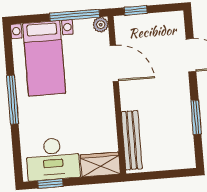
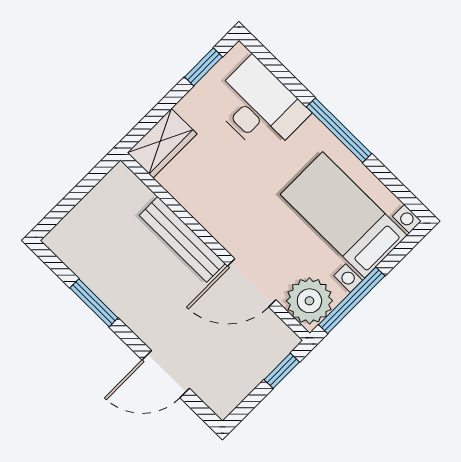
plant: (101, 25) -> (309, 301), width x1.88, depth x1.88
bench: (132, 140) -> (182, 239), moved
desk: (53, 159) -> (259, 107), moved, turned 90

